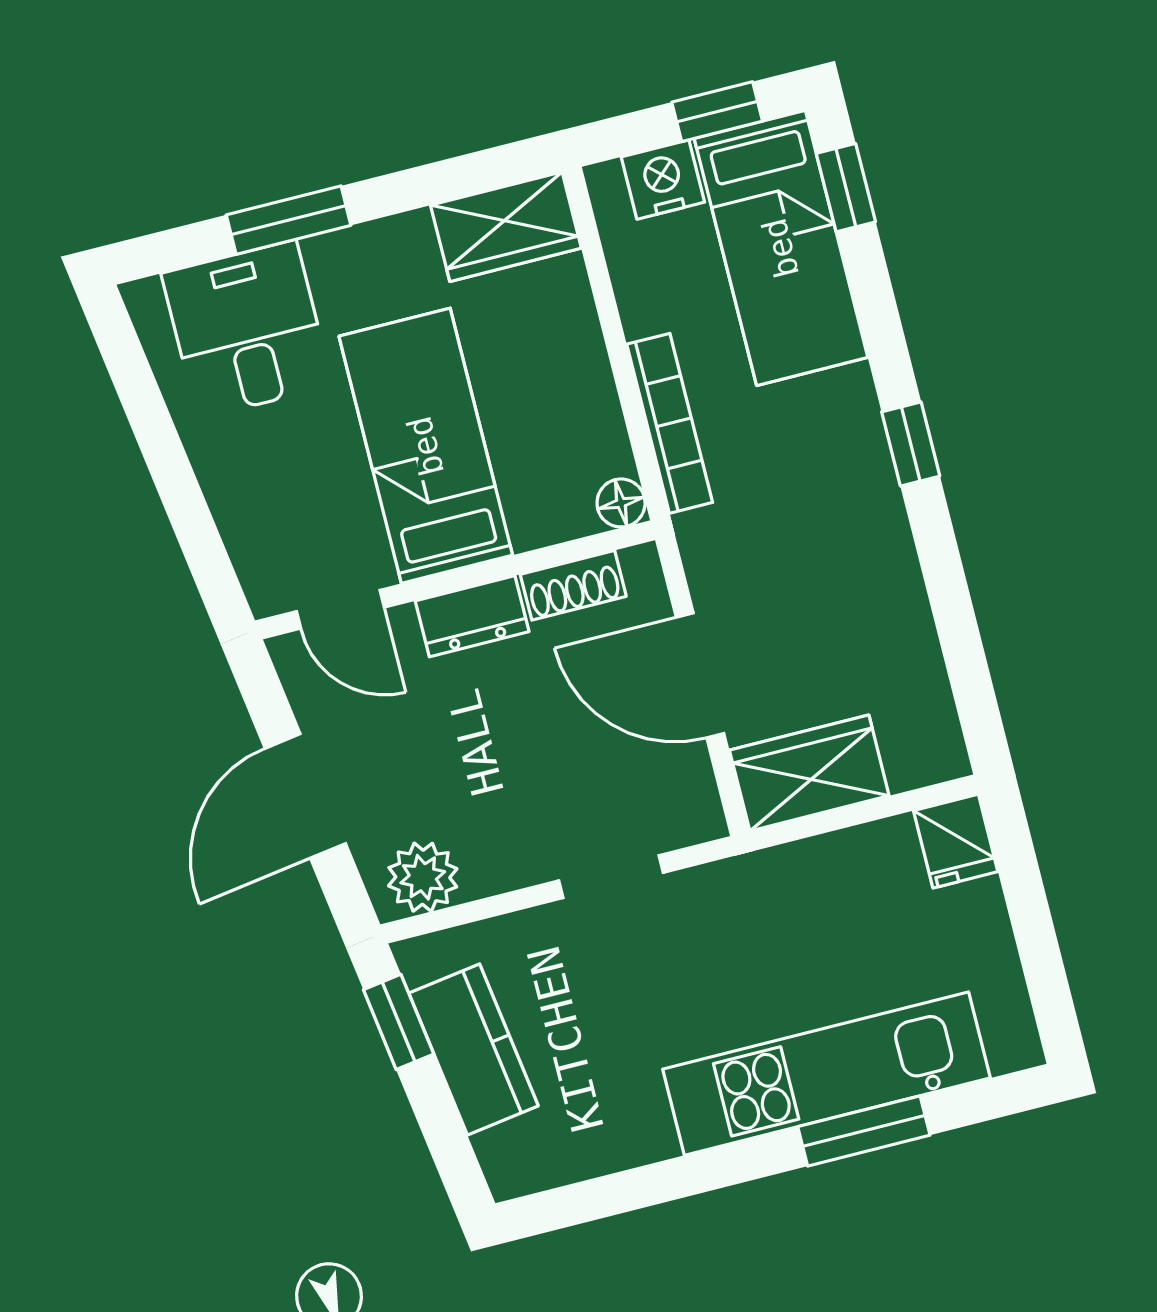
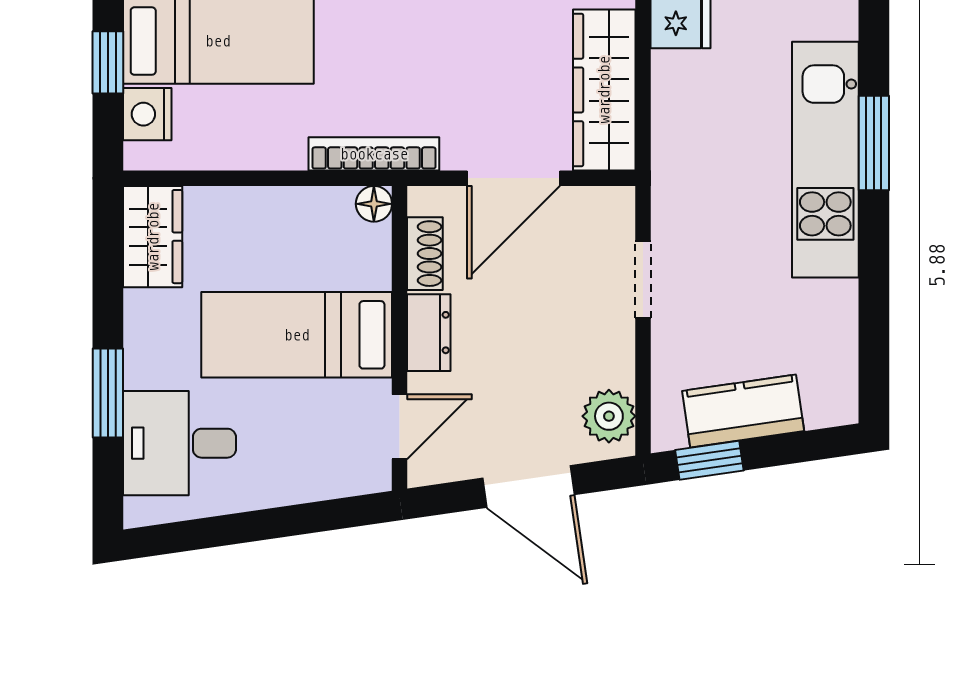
bookcase: (670, 423) -> (374, 154), moved
wardrobe: (809, 773) -> (604, 90), width x1.50

